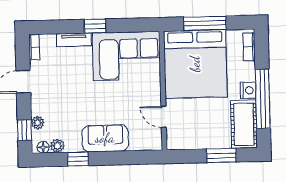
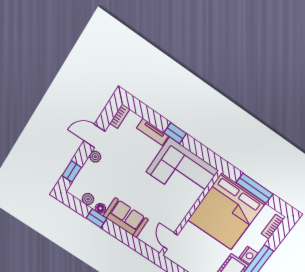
door: (164, 117) -> (171, 241), moved
plant: (38, 123) -> (95, 157), moved
floor lamp: (43, 147) -> (100, 208), moved

